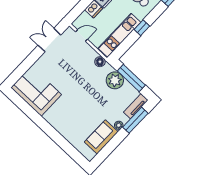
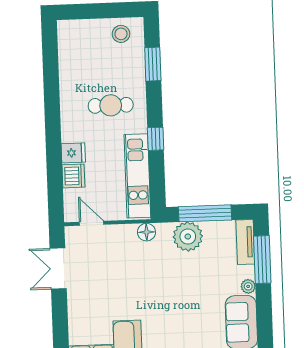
door: (81, 36) -> (92, 223), hinge flipped

